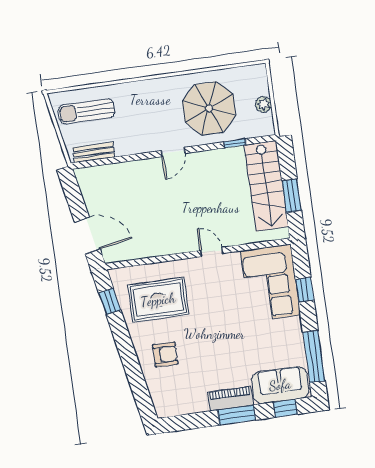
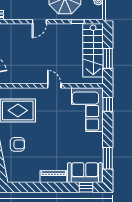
window: (305, 290) -> (108, 104), moved
window: (314, 357) -> (108, 158), width x0.69
window: (237, 415) -> (56, 187), removed

